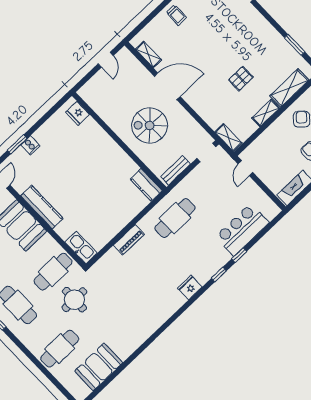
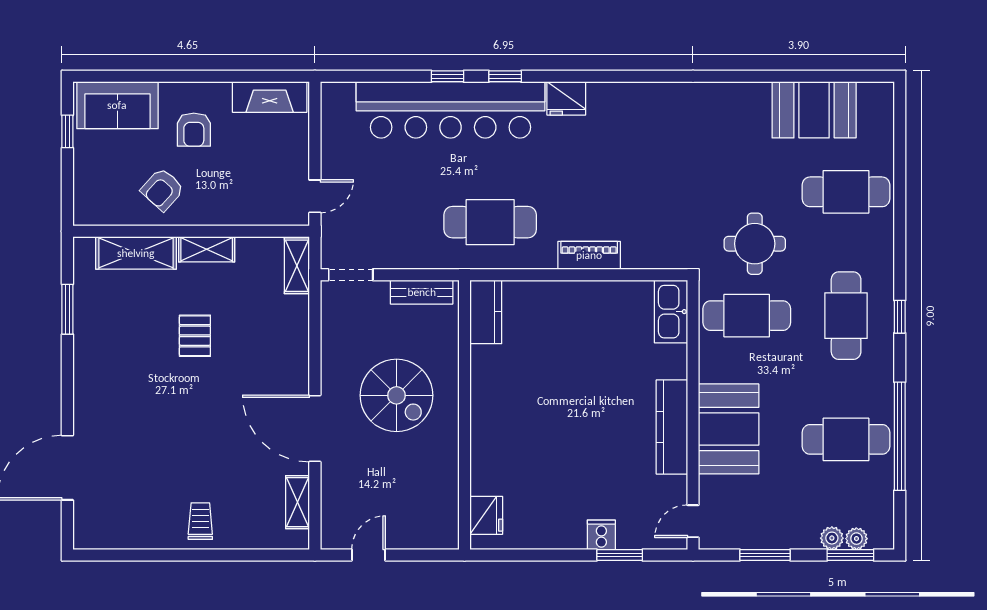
pallet: (241, 79) -> (195, 336), turned 90
bar counter: (242, 230) -> (451, 110), width x1.86

